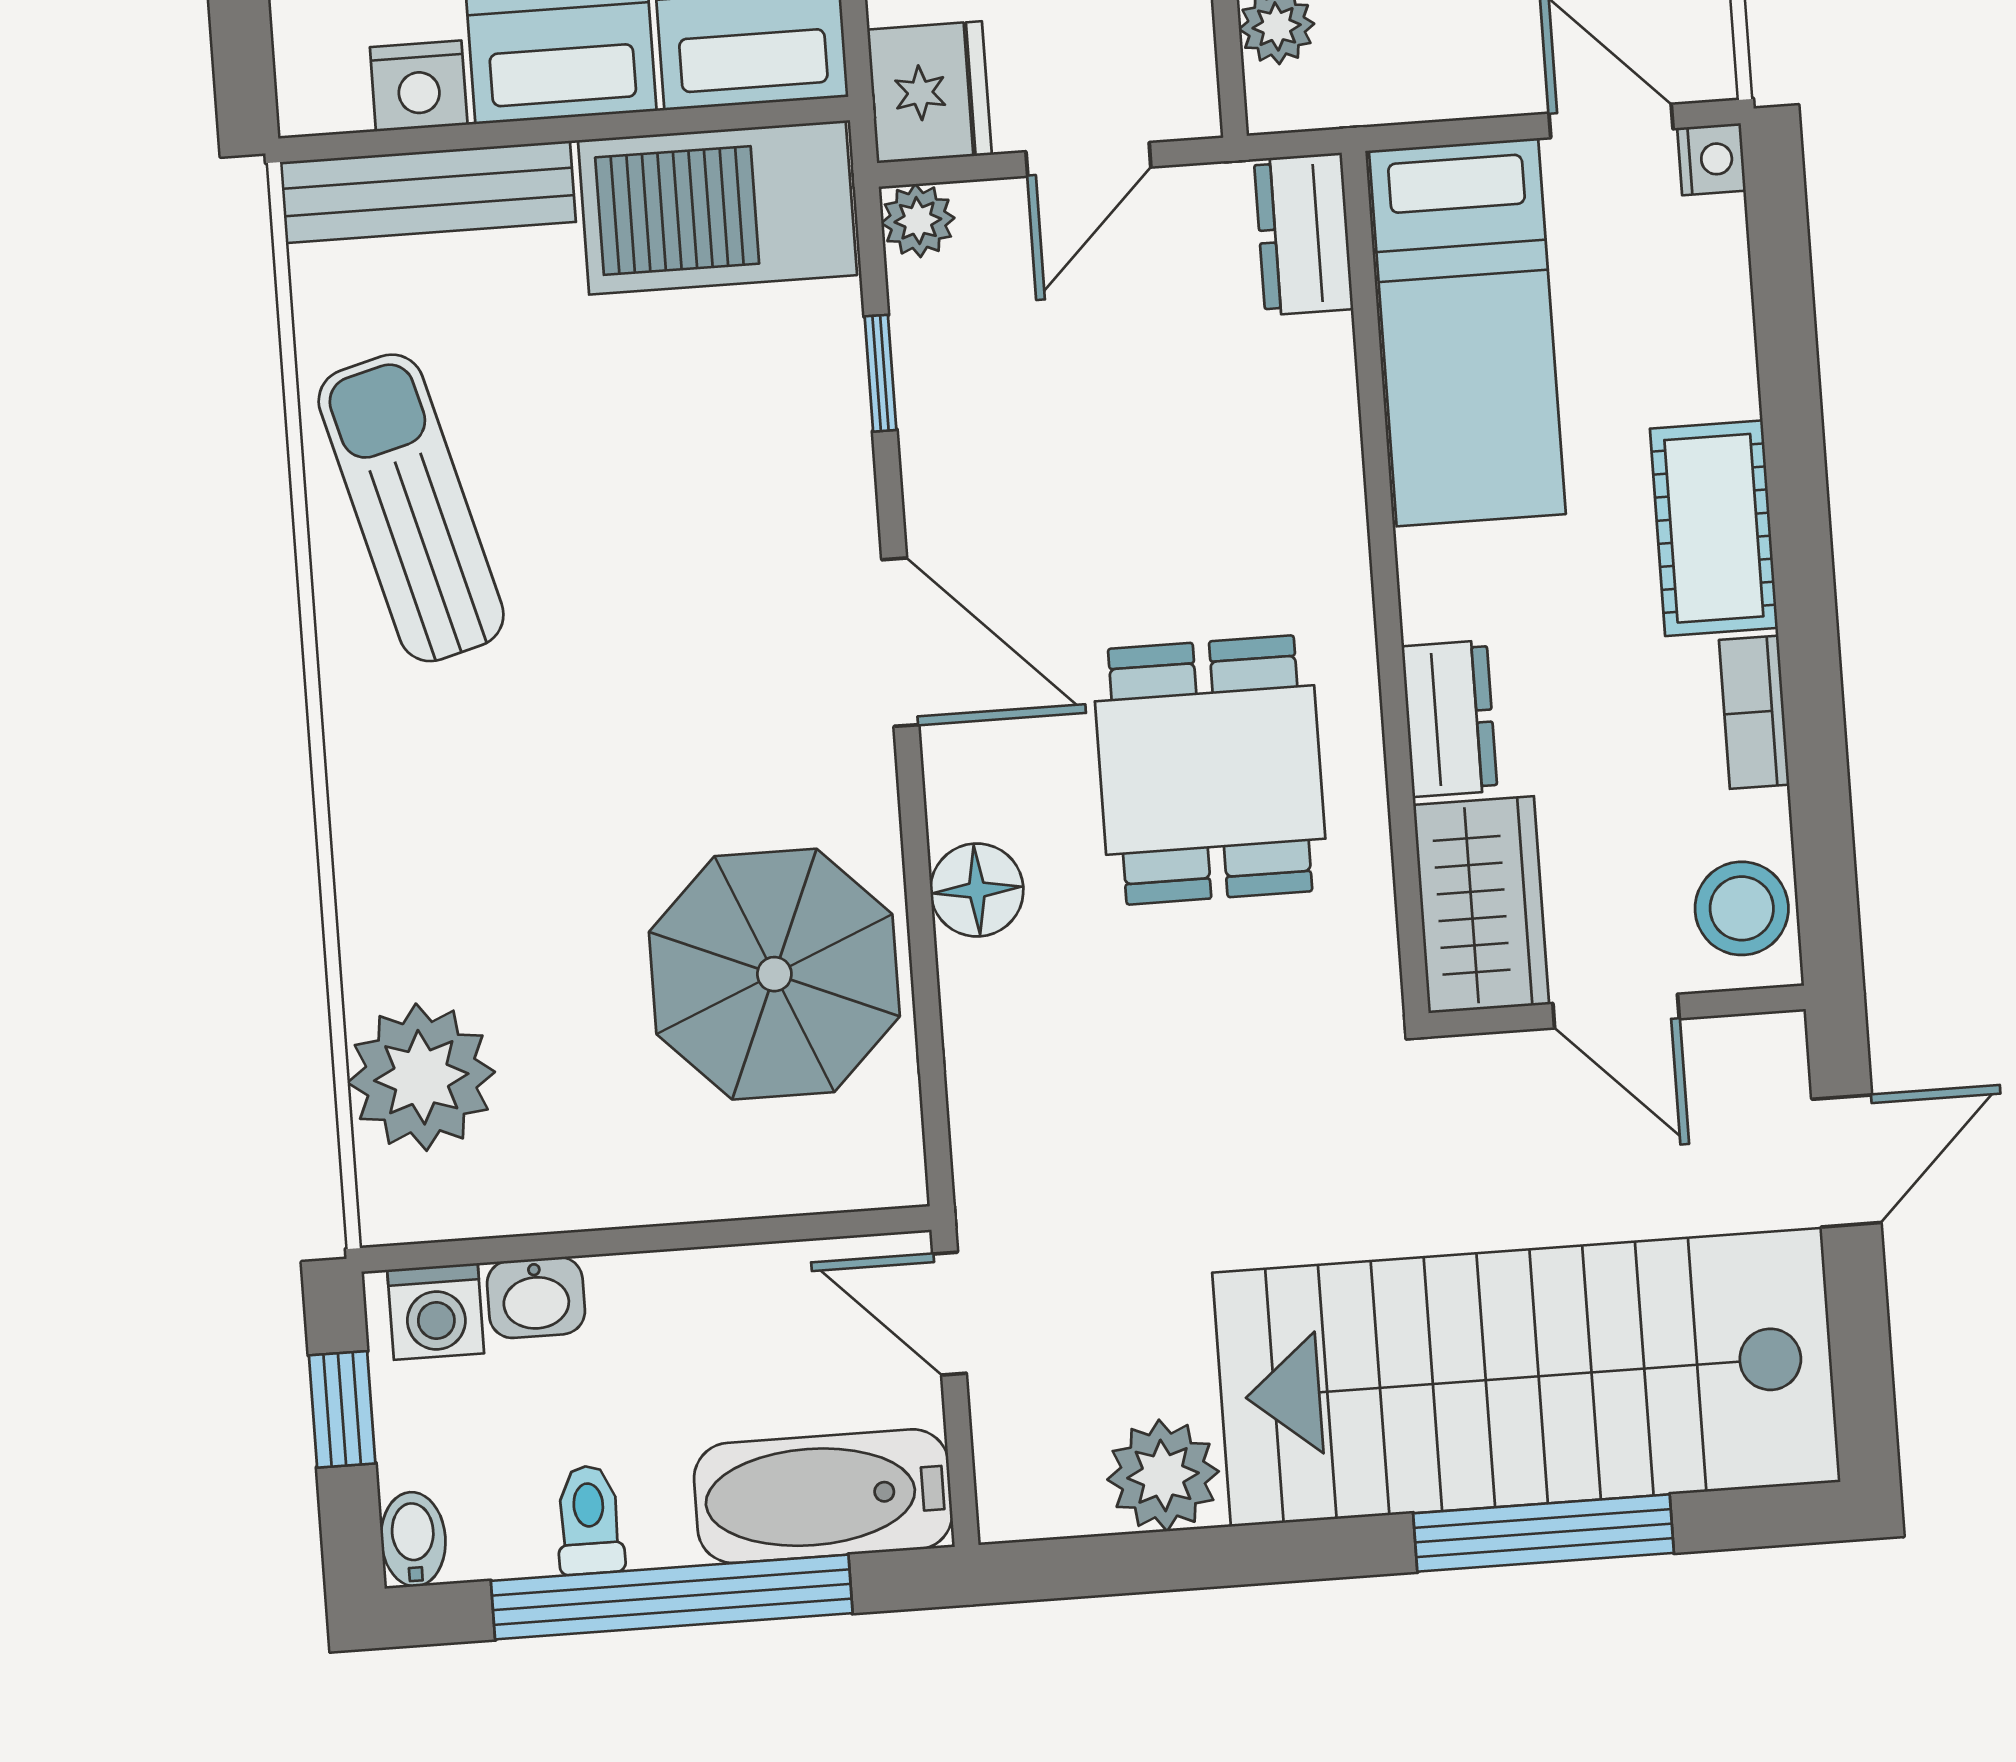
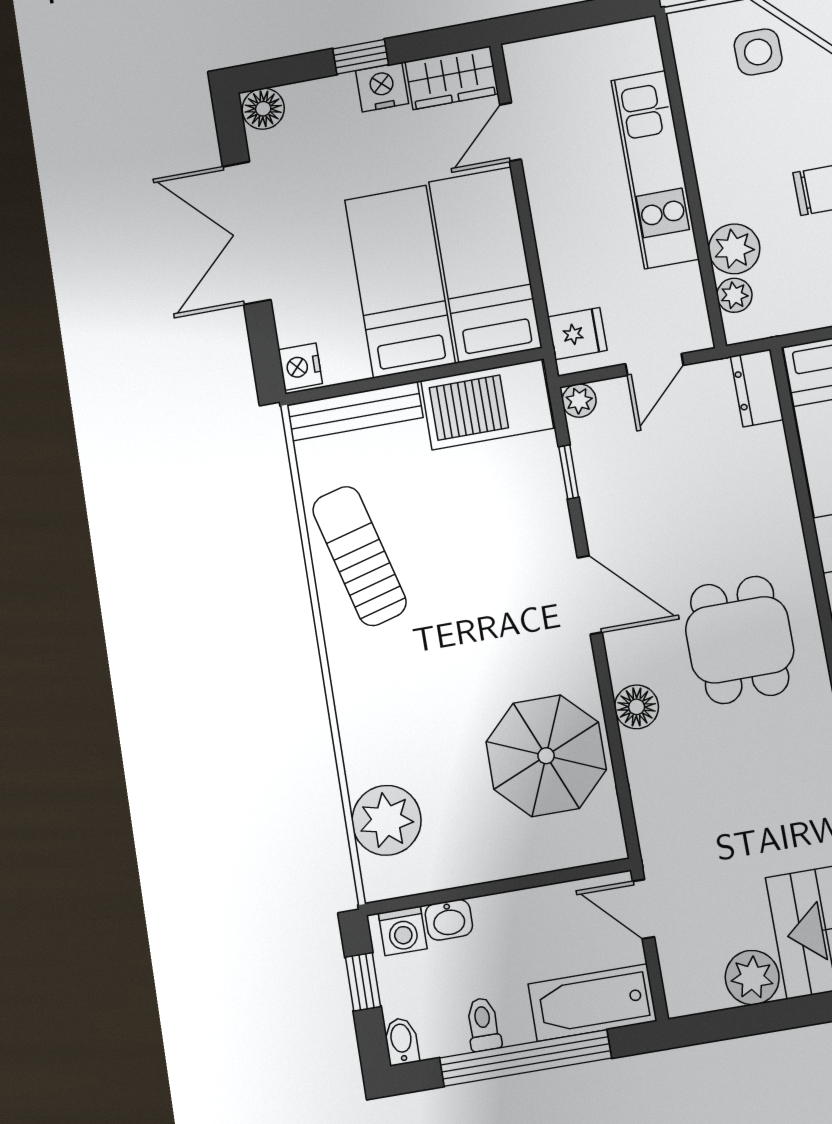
nightstand: (419, 86) -> (300, 367), moved, turned 90
fridge: (929, 92) -> (577, 334), width x0.72

